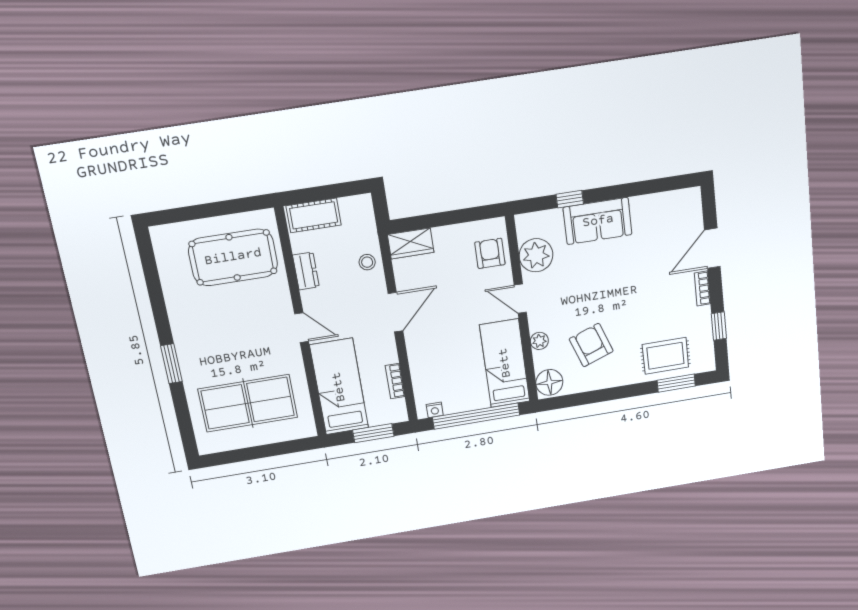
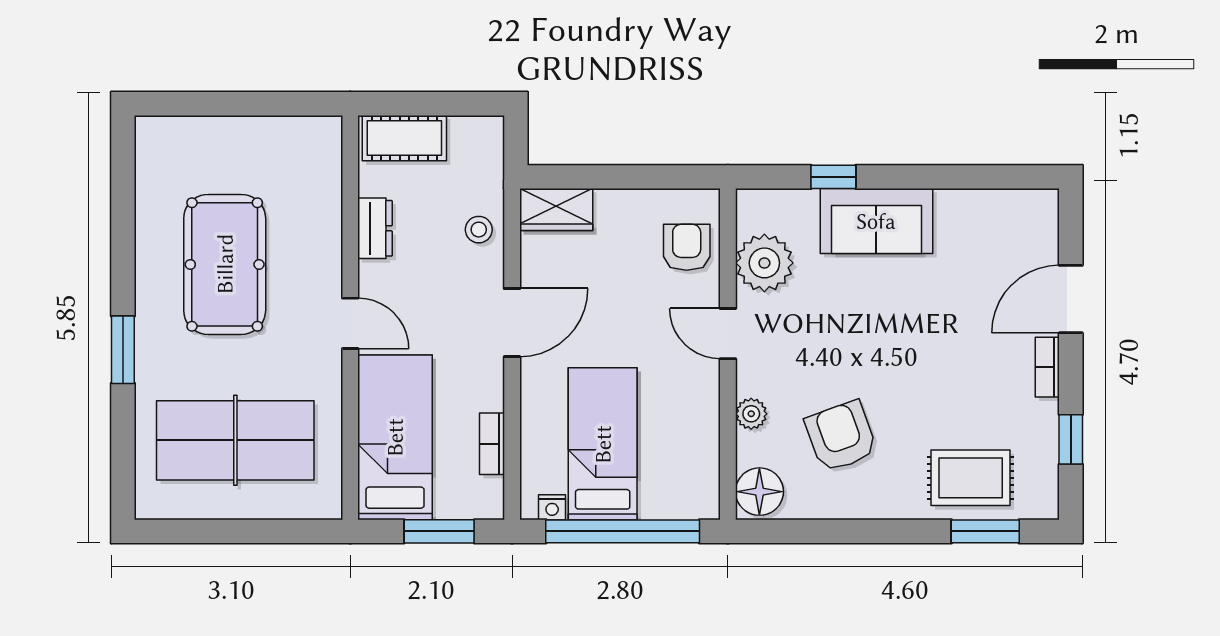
pool table: (233, 257) -> (225, 264), moved, turned 90
bed: (505, 363) -> (603, 444), moved

